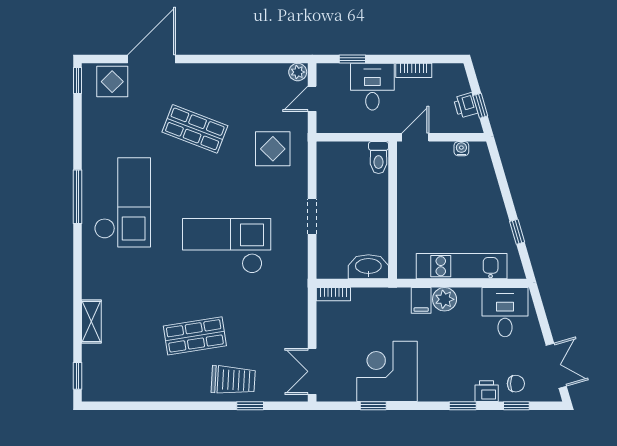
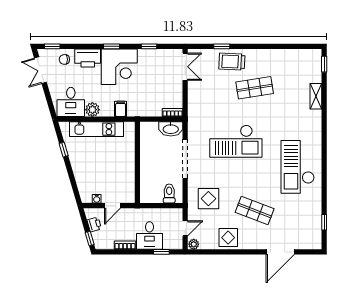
window: (77, 80) -> (324, 222), moved
display table: (112, 82) -> (228, 238), moved
window: (480, 106) -> (90, 239), moved
door: (415, 137) -> (113, 206), moved
toilet: (379, 158) -> (169, 193), moved
window: (77, 197) -> (324, 170), removed
doorway: (312, 216) -> (185, 159), width x1.87
washbasin: (368, 267) -> (171, 129), moved
plant: (445, 299) -> (92, 110), moved
corner desk: (387, 371) -> (119, 67), moved
printer: (487, 391) -> (88, 58), width x1.87, depth x1.48
window: (463, 406) -> (112, 46), moved
window: (516, 406) -> (52, 46), moved

